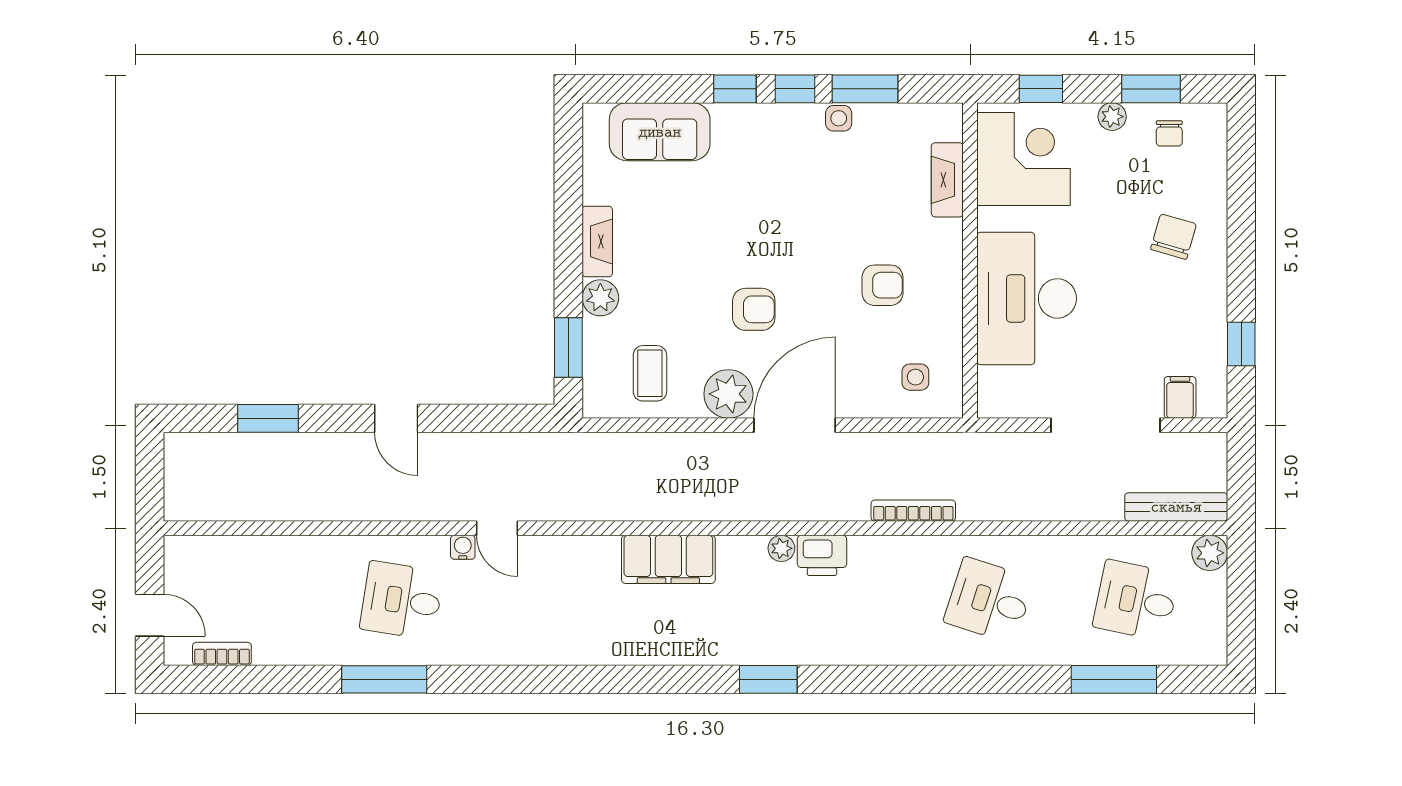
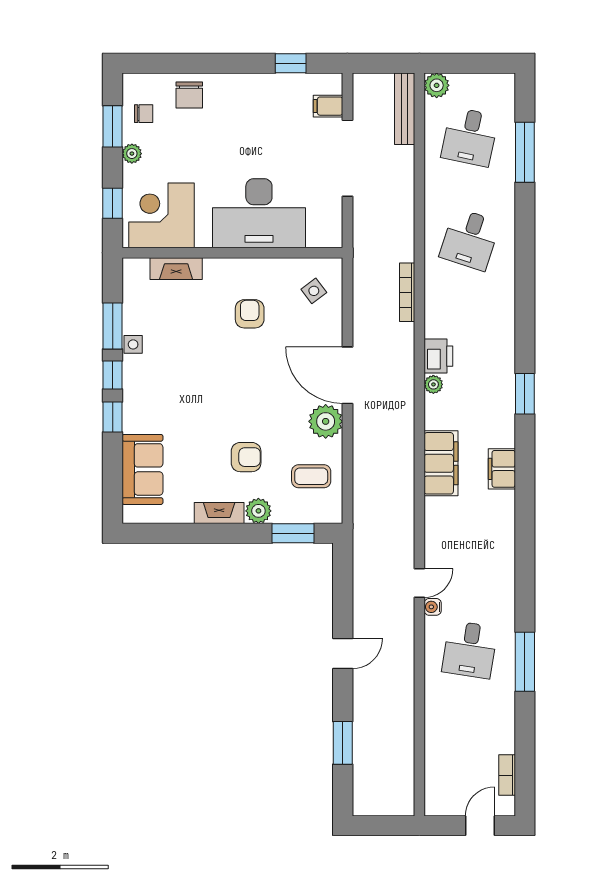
chair: (1174, 237) -> (189, 95), moved, turned -106
armchair: (754, 309) -> (246, 457), moved, turned 90
side table: (915, 377) -> (314, 291), turned -37
filing cabinet: (660, 646) -> (502, 469), added

